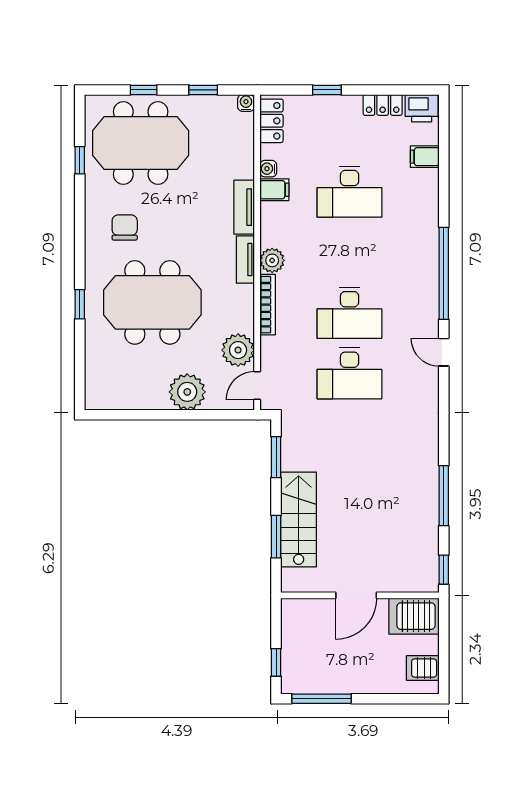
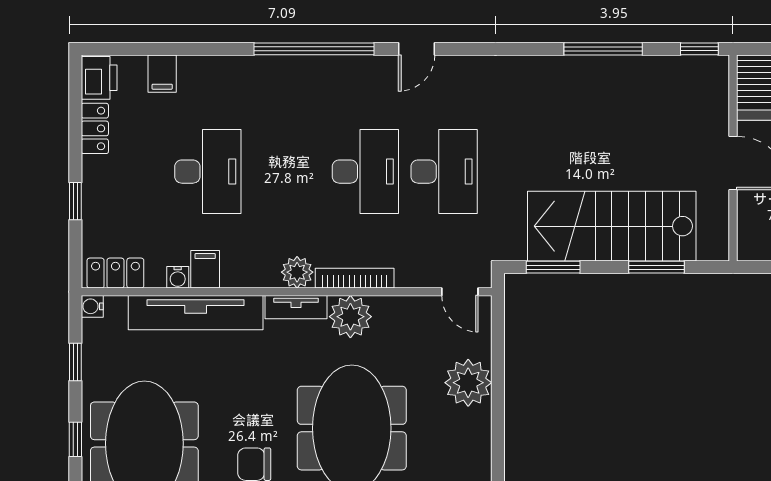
tv unit: (244, 207) -> (196, 313), width x1.92, depth x1.29
plant: (238, 350) -> (350, 317), moved
stairs: (299, 520) -> (612, 226), width x1.36, depth x1.51

